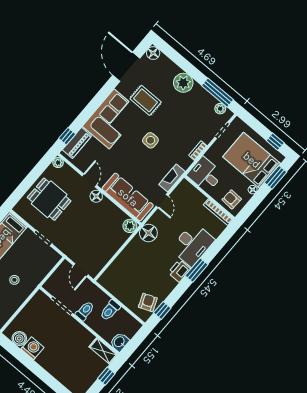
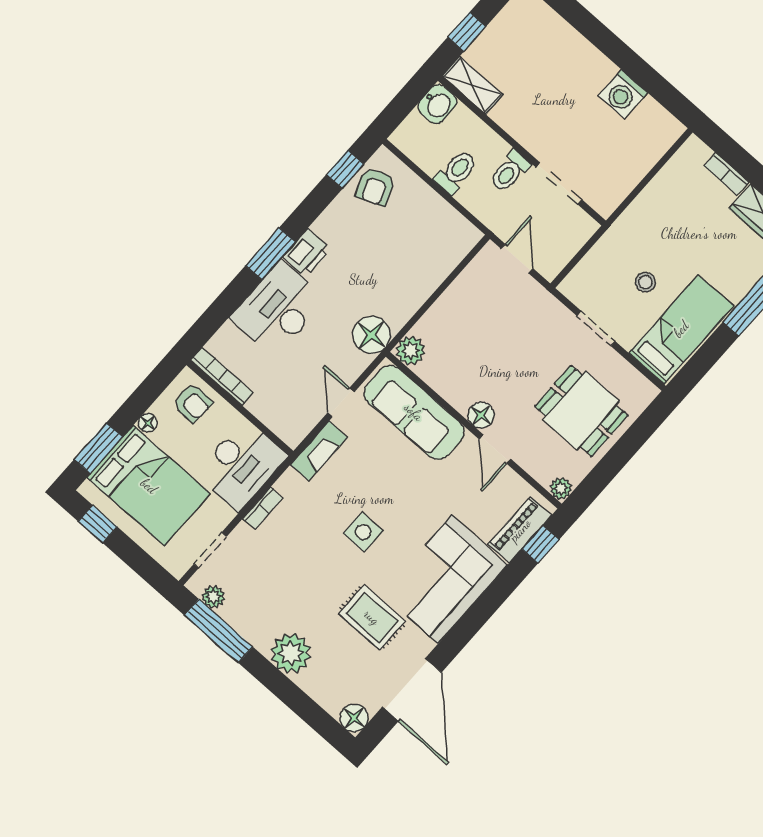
desk: (205, 175) -> (241, 465), width x1.37
stool: (14, 280) -> (645, 282), moved
boiler: (19, 338) -> (651, 116), removed

